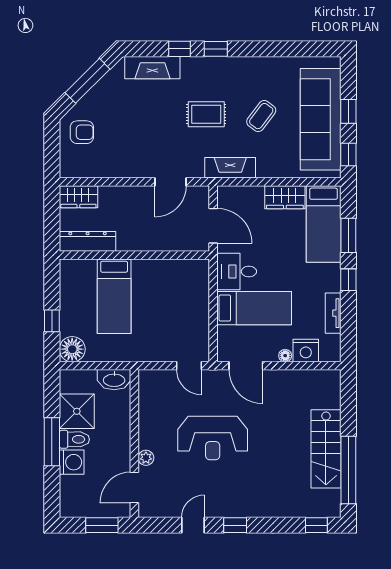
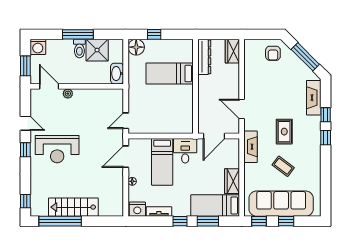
nightstand: (306, 351) -> (137, 209), moved, turned -90
reception desk: (213, 438) -> (57, 149), moved, turned -90
washing machine: (72, 462) -> (38, 47), moved

